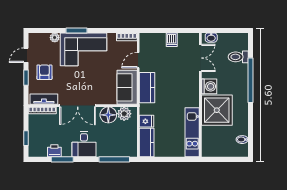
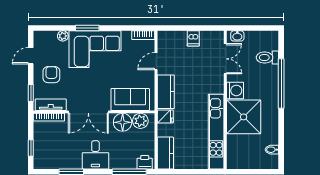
window: (26, 78) -> (31, 93), moved
sofa: (127, 87) -> (130, 100), moved, turned 90
fridge: (147, 121) -> (165, 116), moved
kitchen unit: (192, 132) -> (216, 132), width x1.36
printer: (54, 151) -> (145, 162), moved

